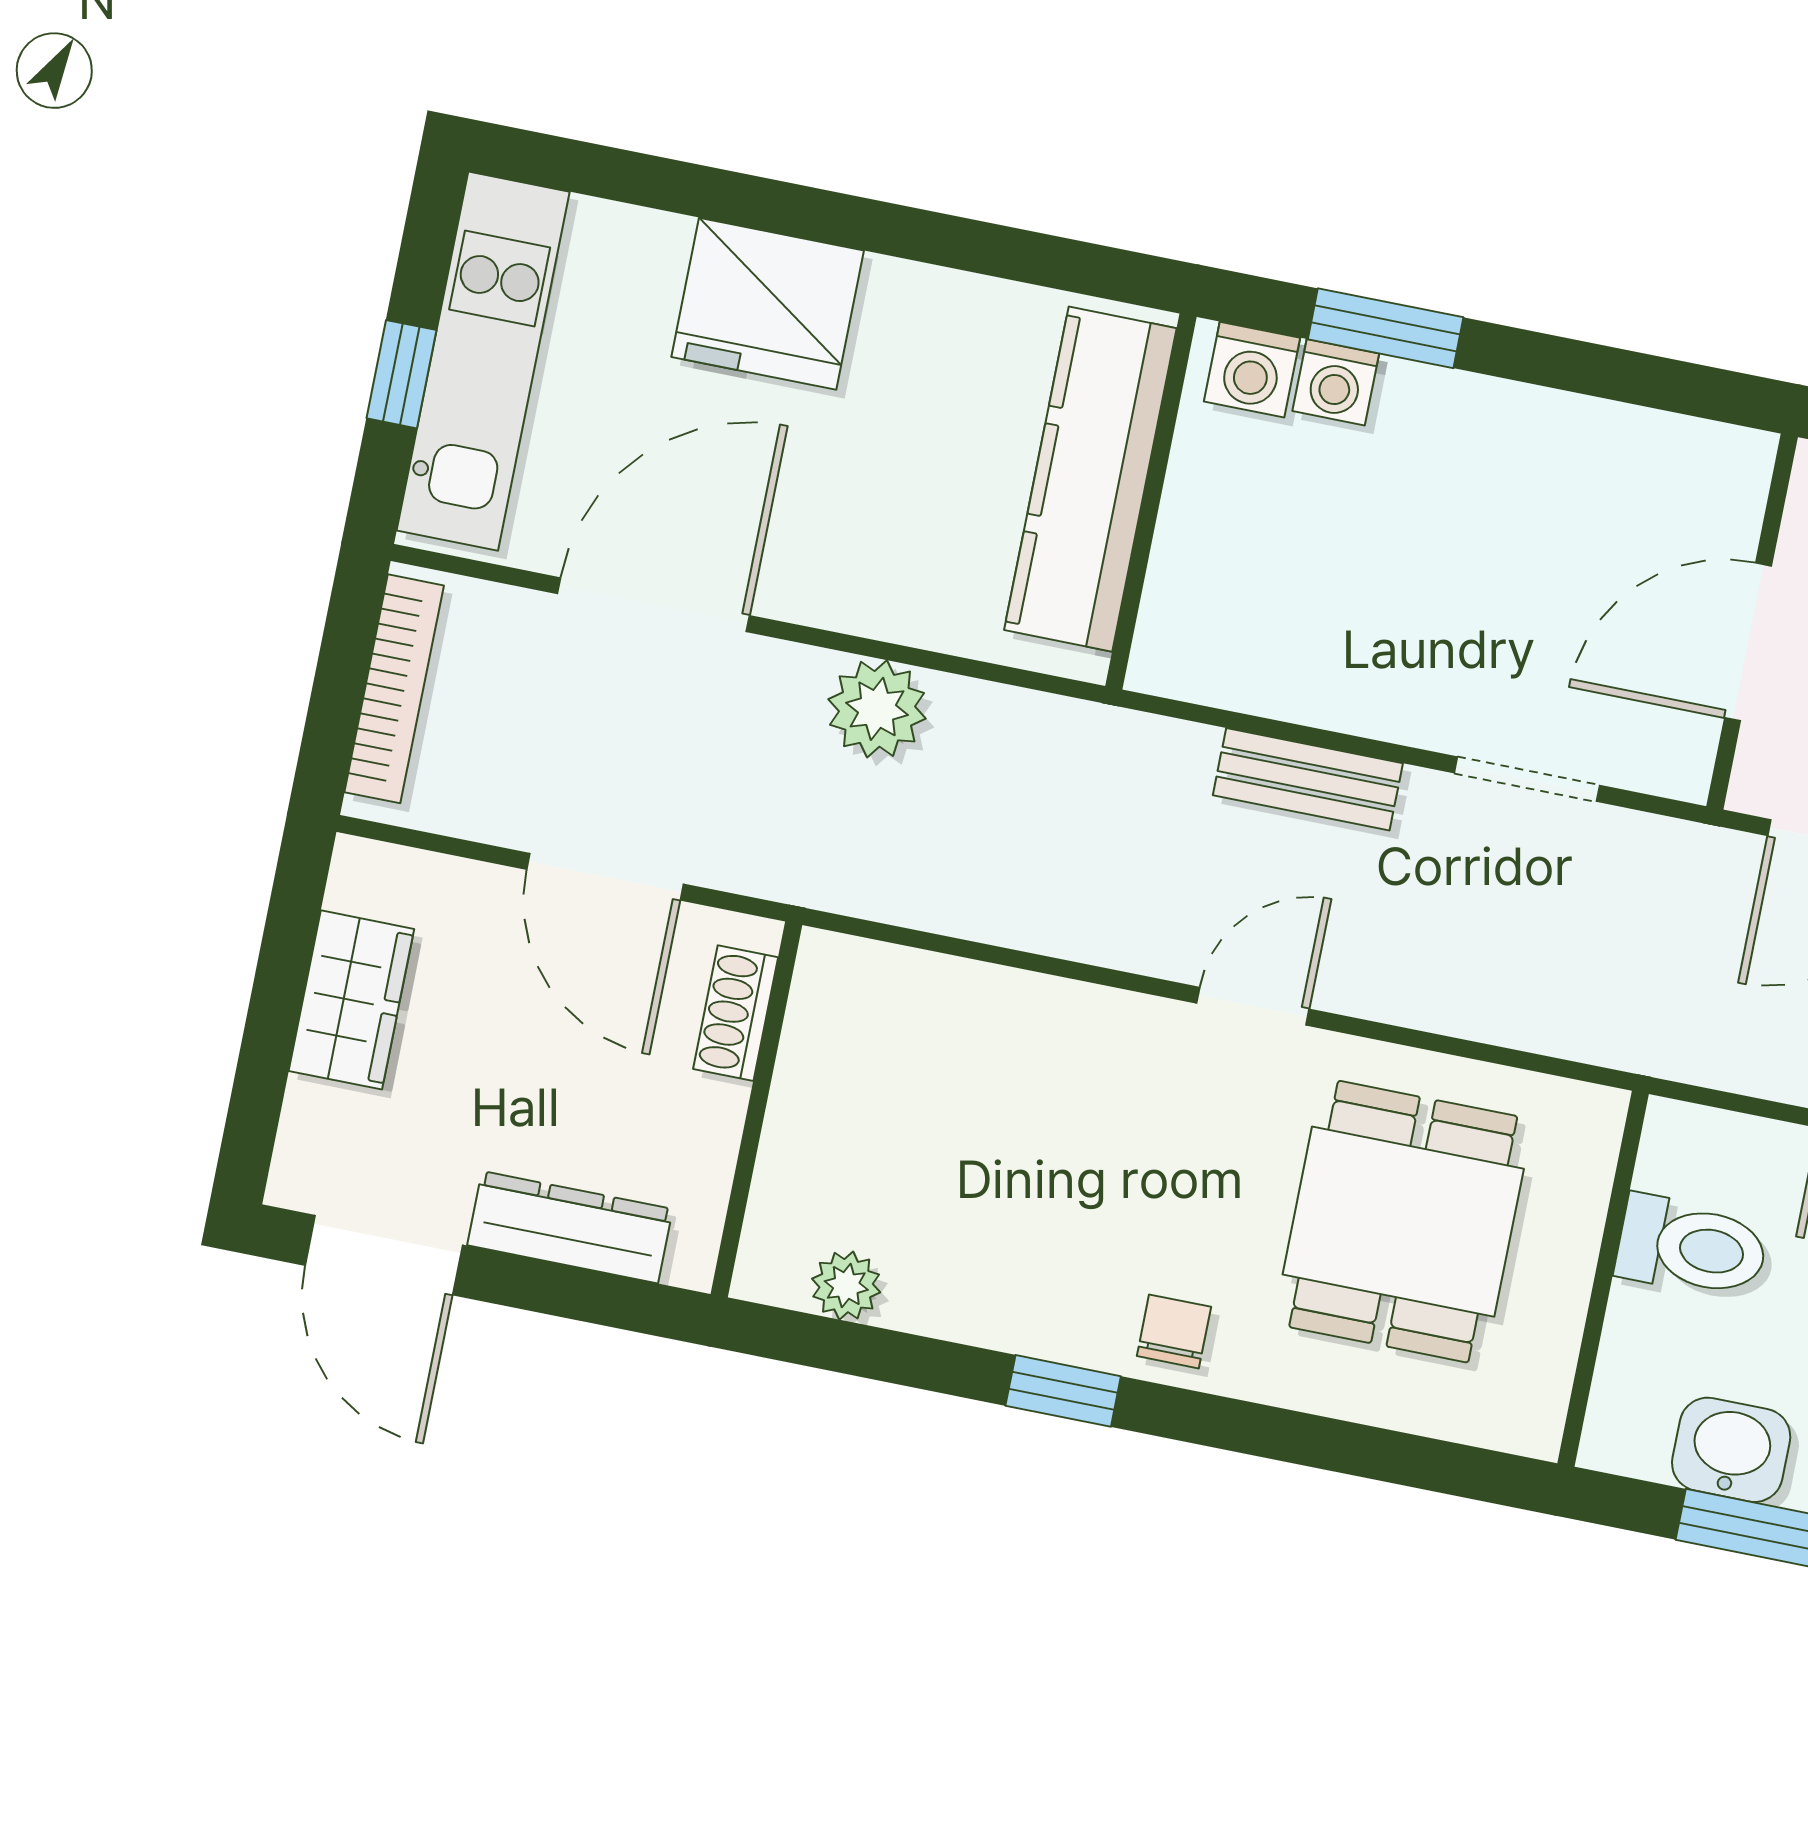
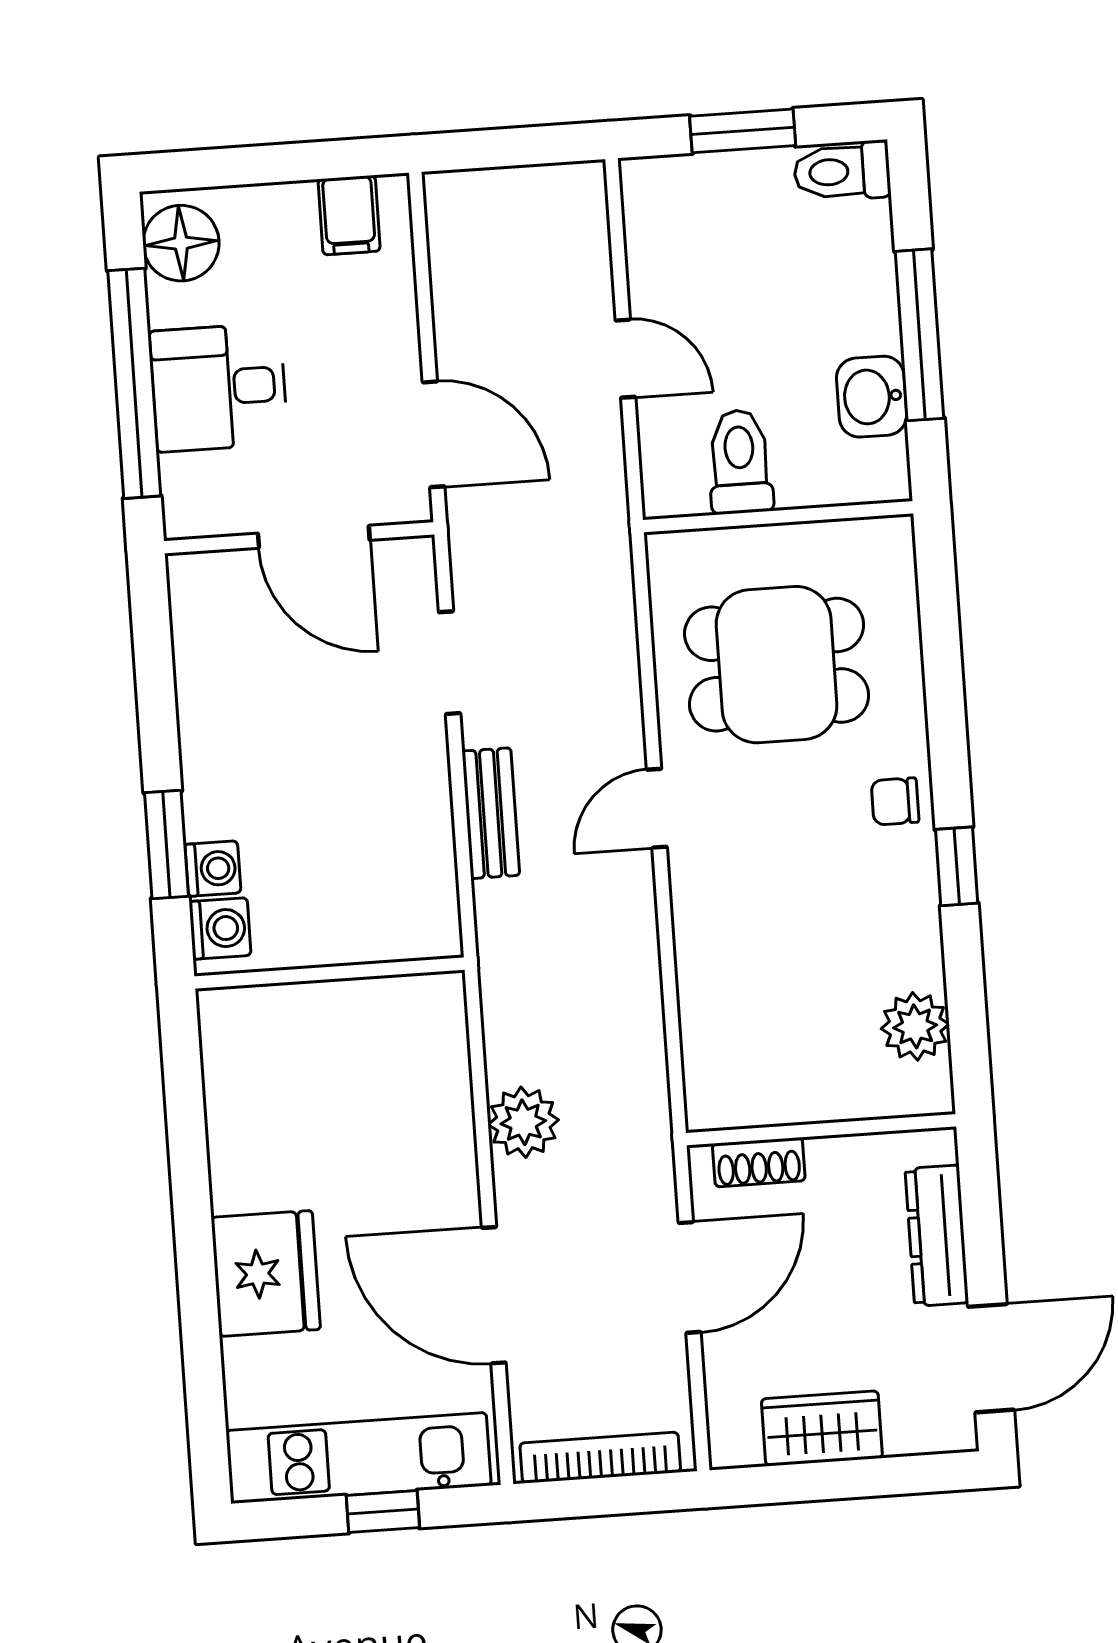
kitchen counter: (1090, 479) -> (326, 1019), removed
door: (1253, 1006) -> (657, 808), hinge flipped
plant: (846, 1286) -> (915, 1026), width x1.38, depth x1.38

